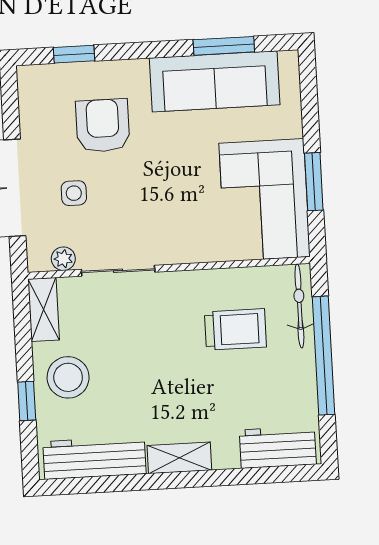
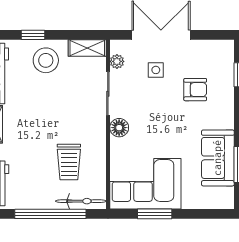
sofa: (215, 81) -> (218, 158), width x0.73
armchair: (103, 126) -> (195, 90), width x0.72, depth x0.72
floor lamp: (173, 249) -> (119, 128), added

